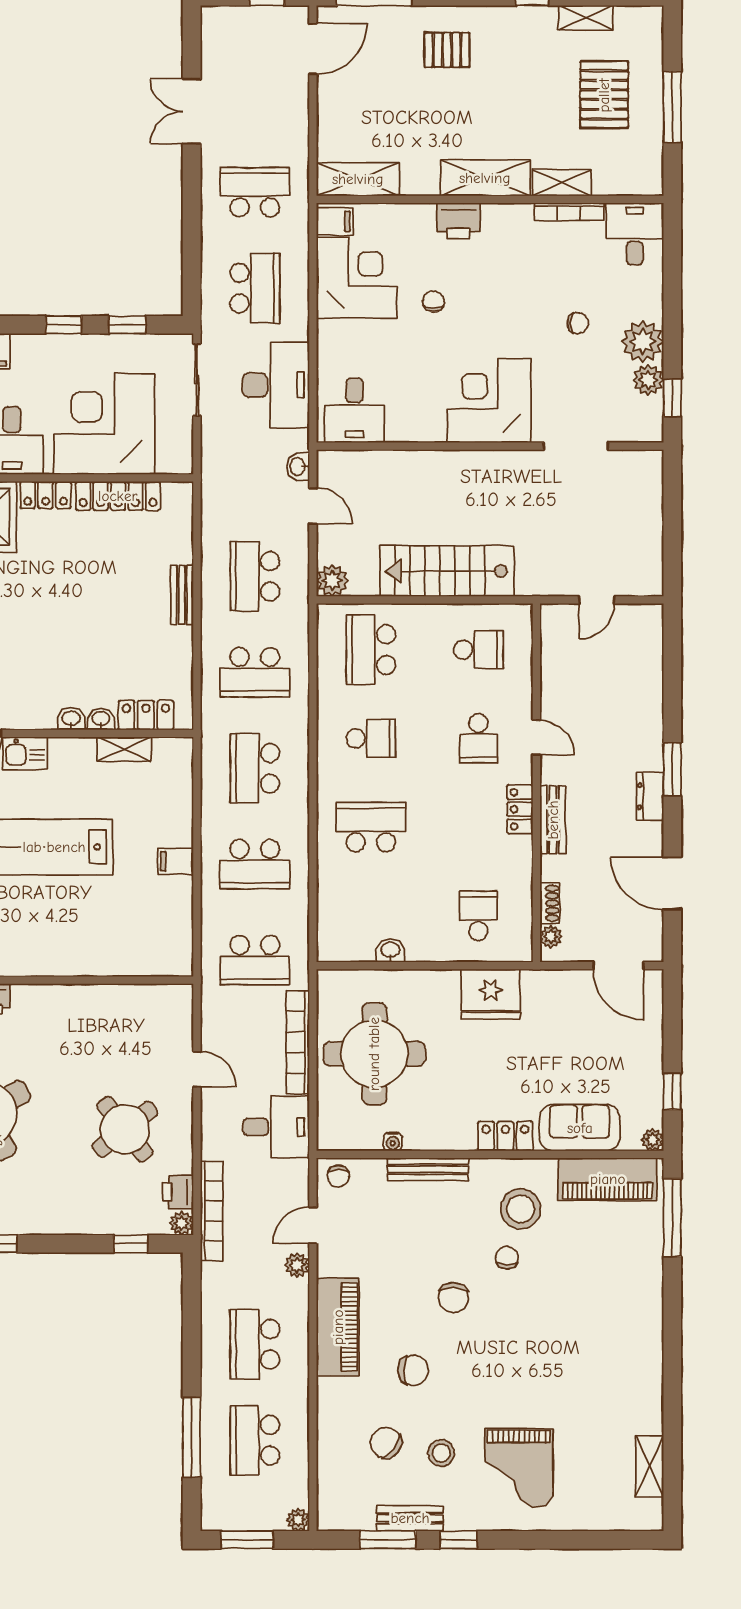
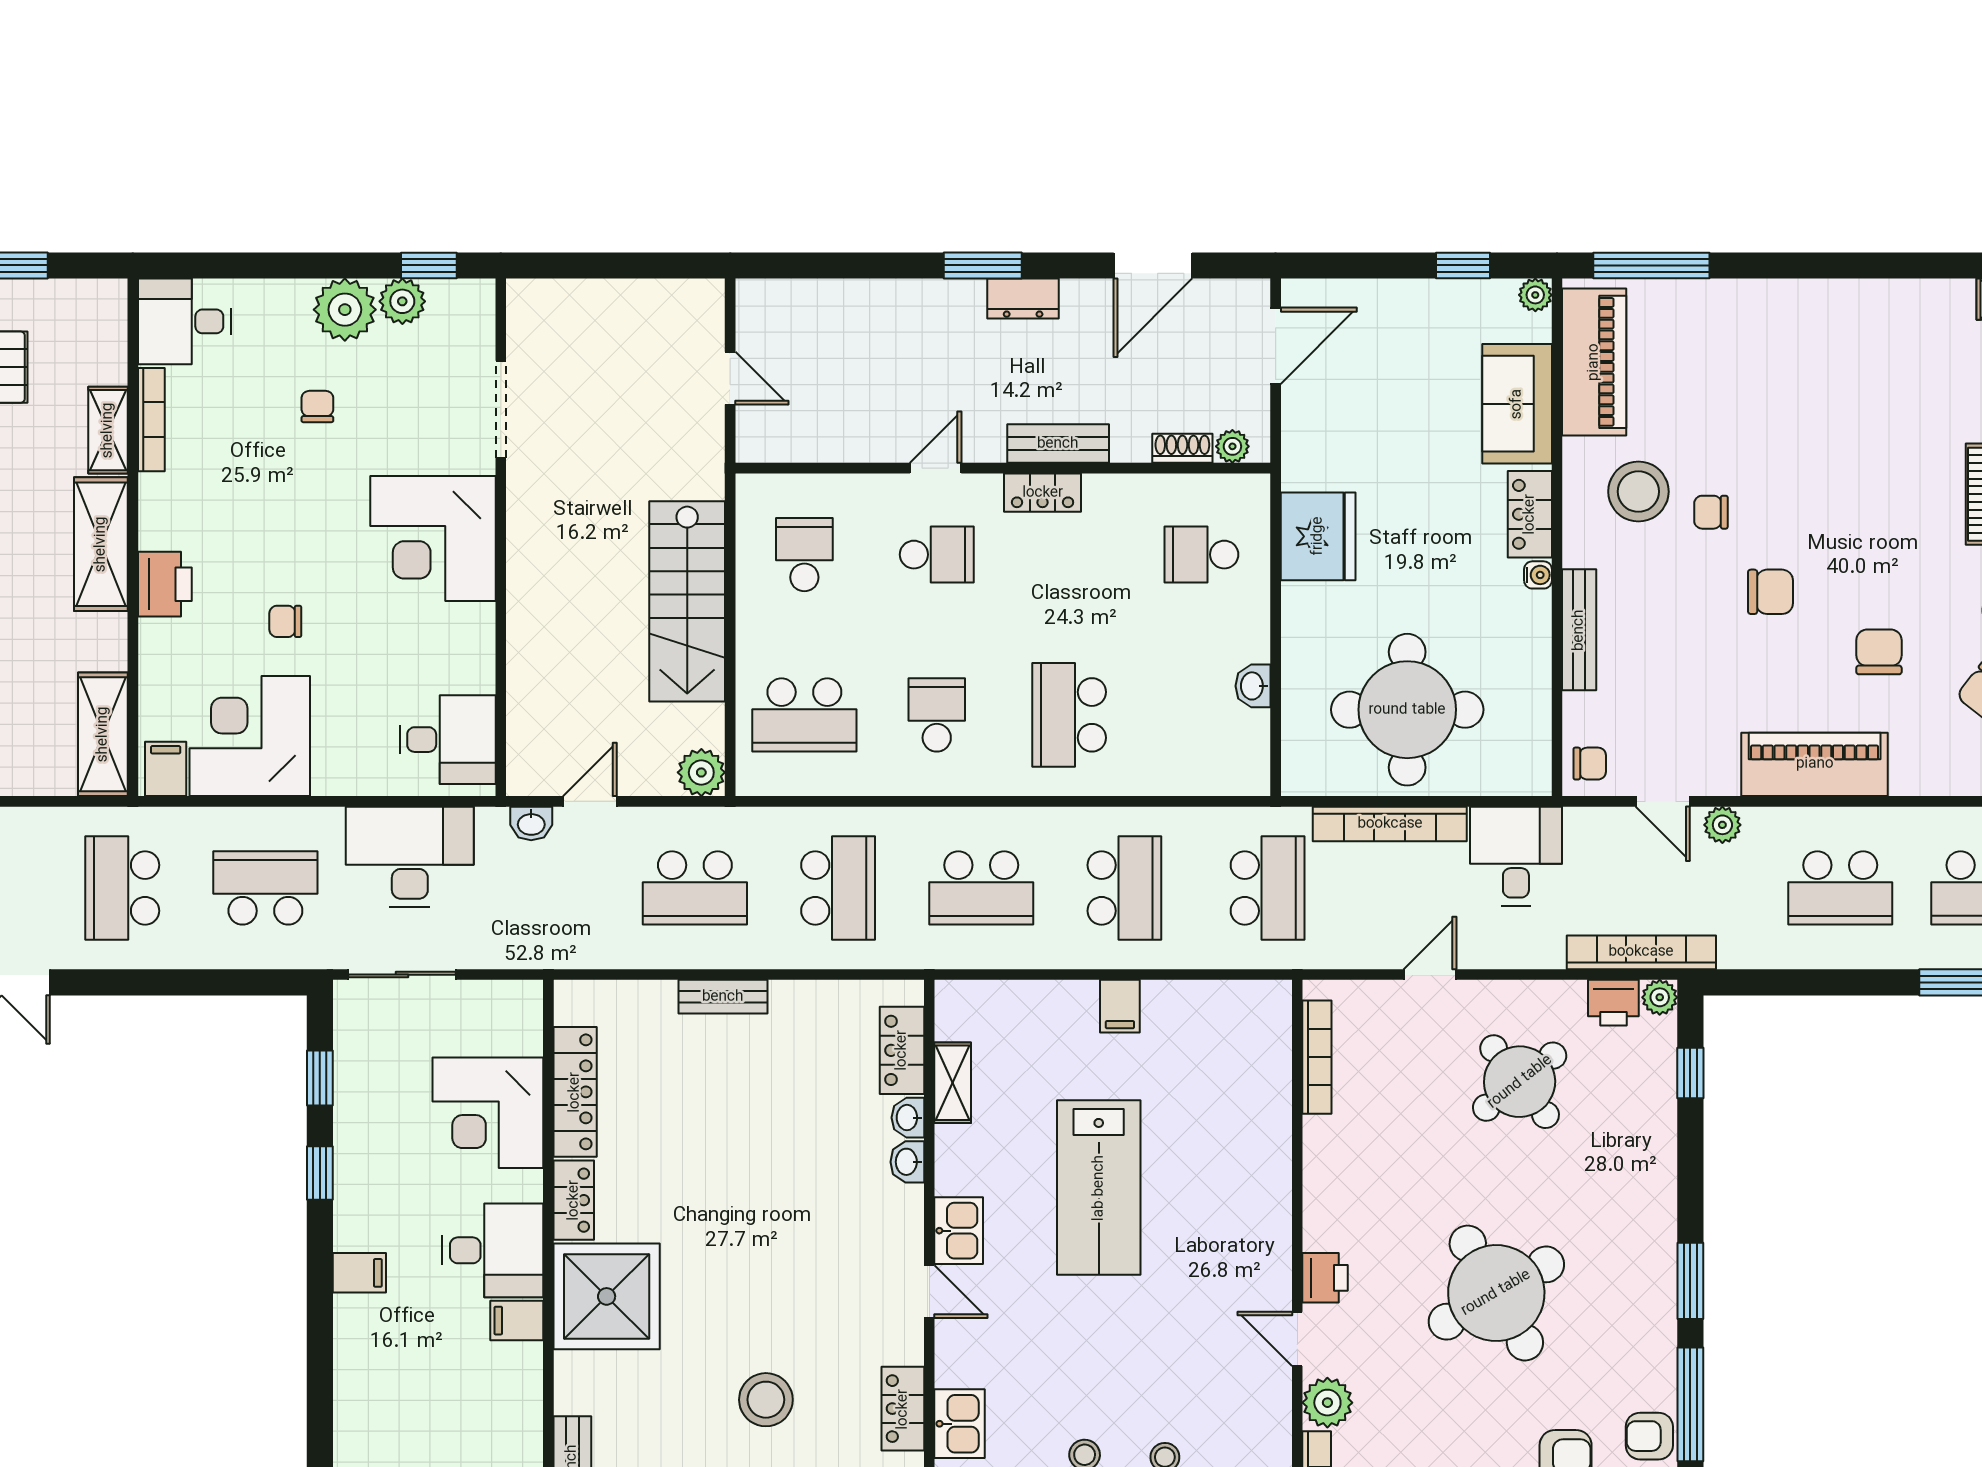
corner desk: (104, 424) -> (488, 1113), width x0.74, depth x0.74
bookcase: (141, 993) -> (1317, 1057), added
water cooler: (393, 1142) -> (1538, 575), moved

